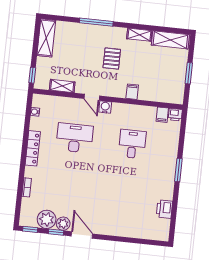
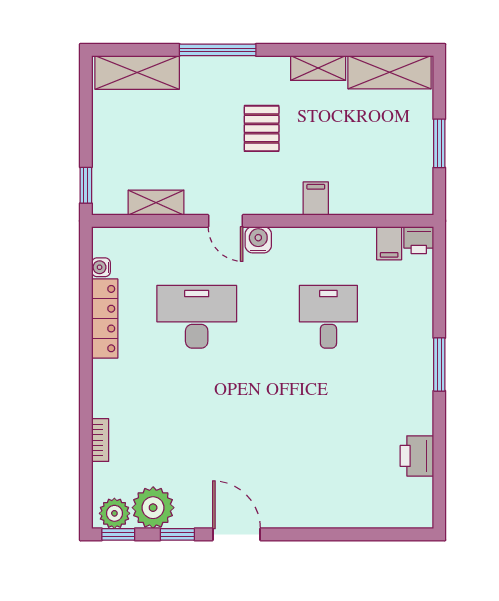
shelving: (46, 38) -> (137, 72), moved, turned 90
locker: (33, 148) -> (105, 319), moved
plant: (63, 224) -> (114, 513), moved

